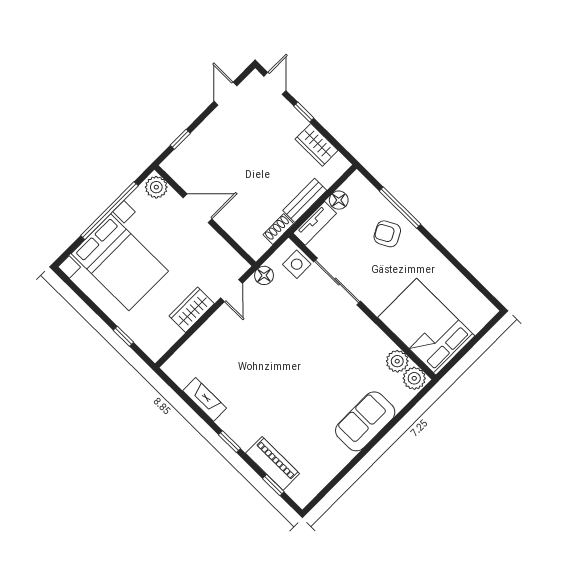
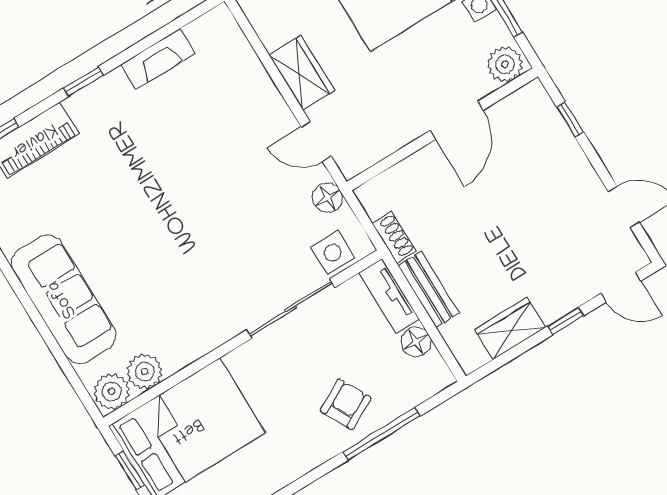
window: (460, 356) -> (130, 470), added
sofa: (365, 421) -> (63, 299), width x1.36

